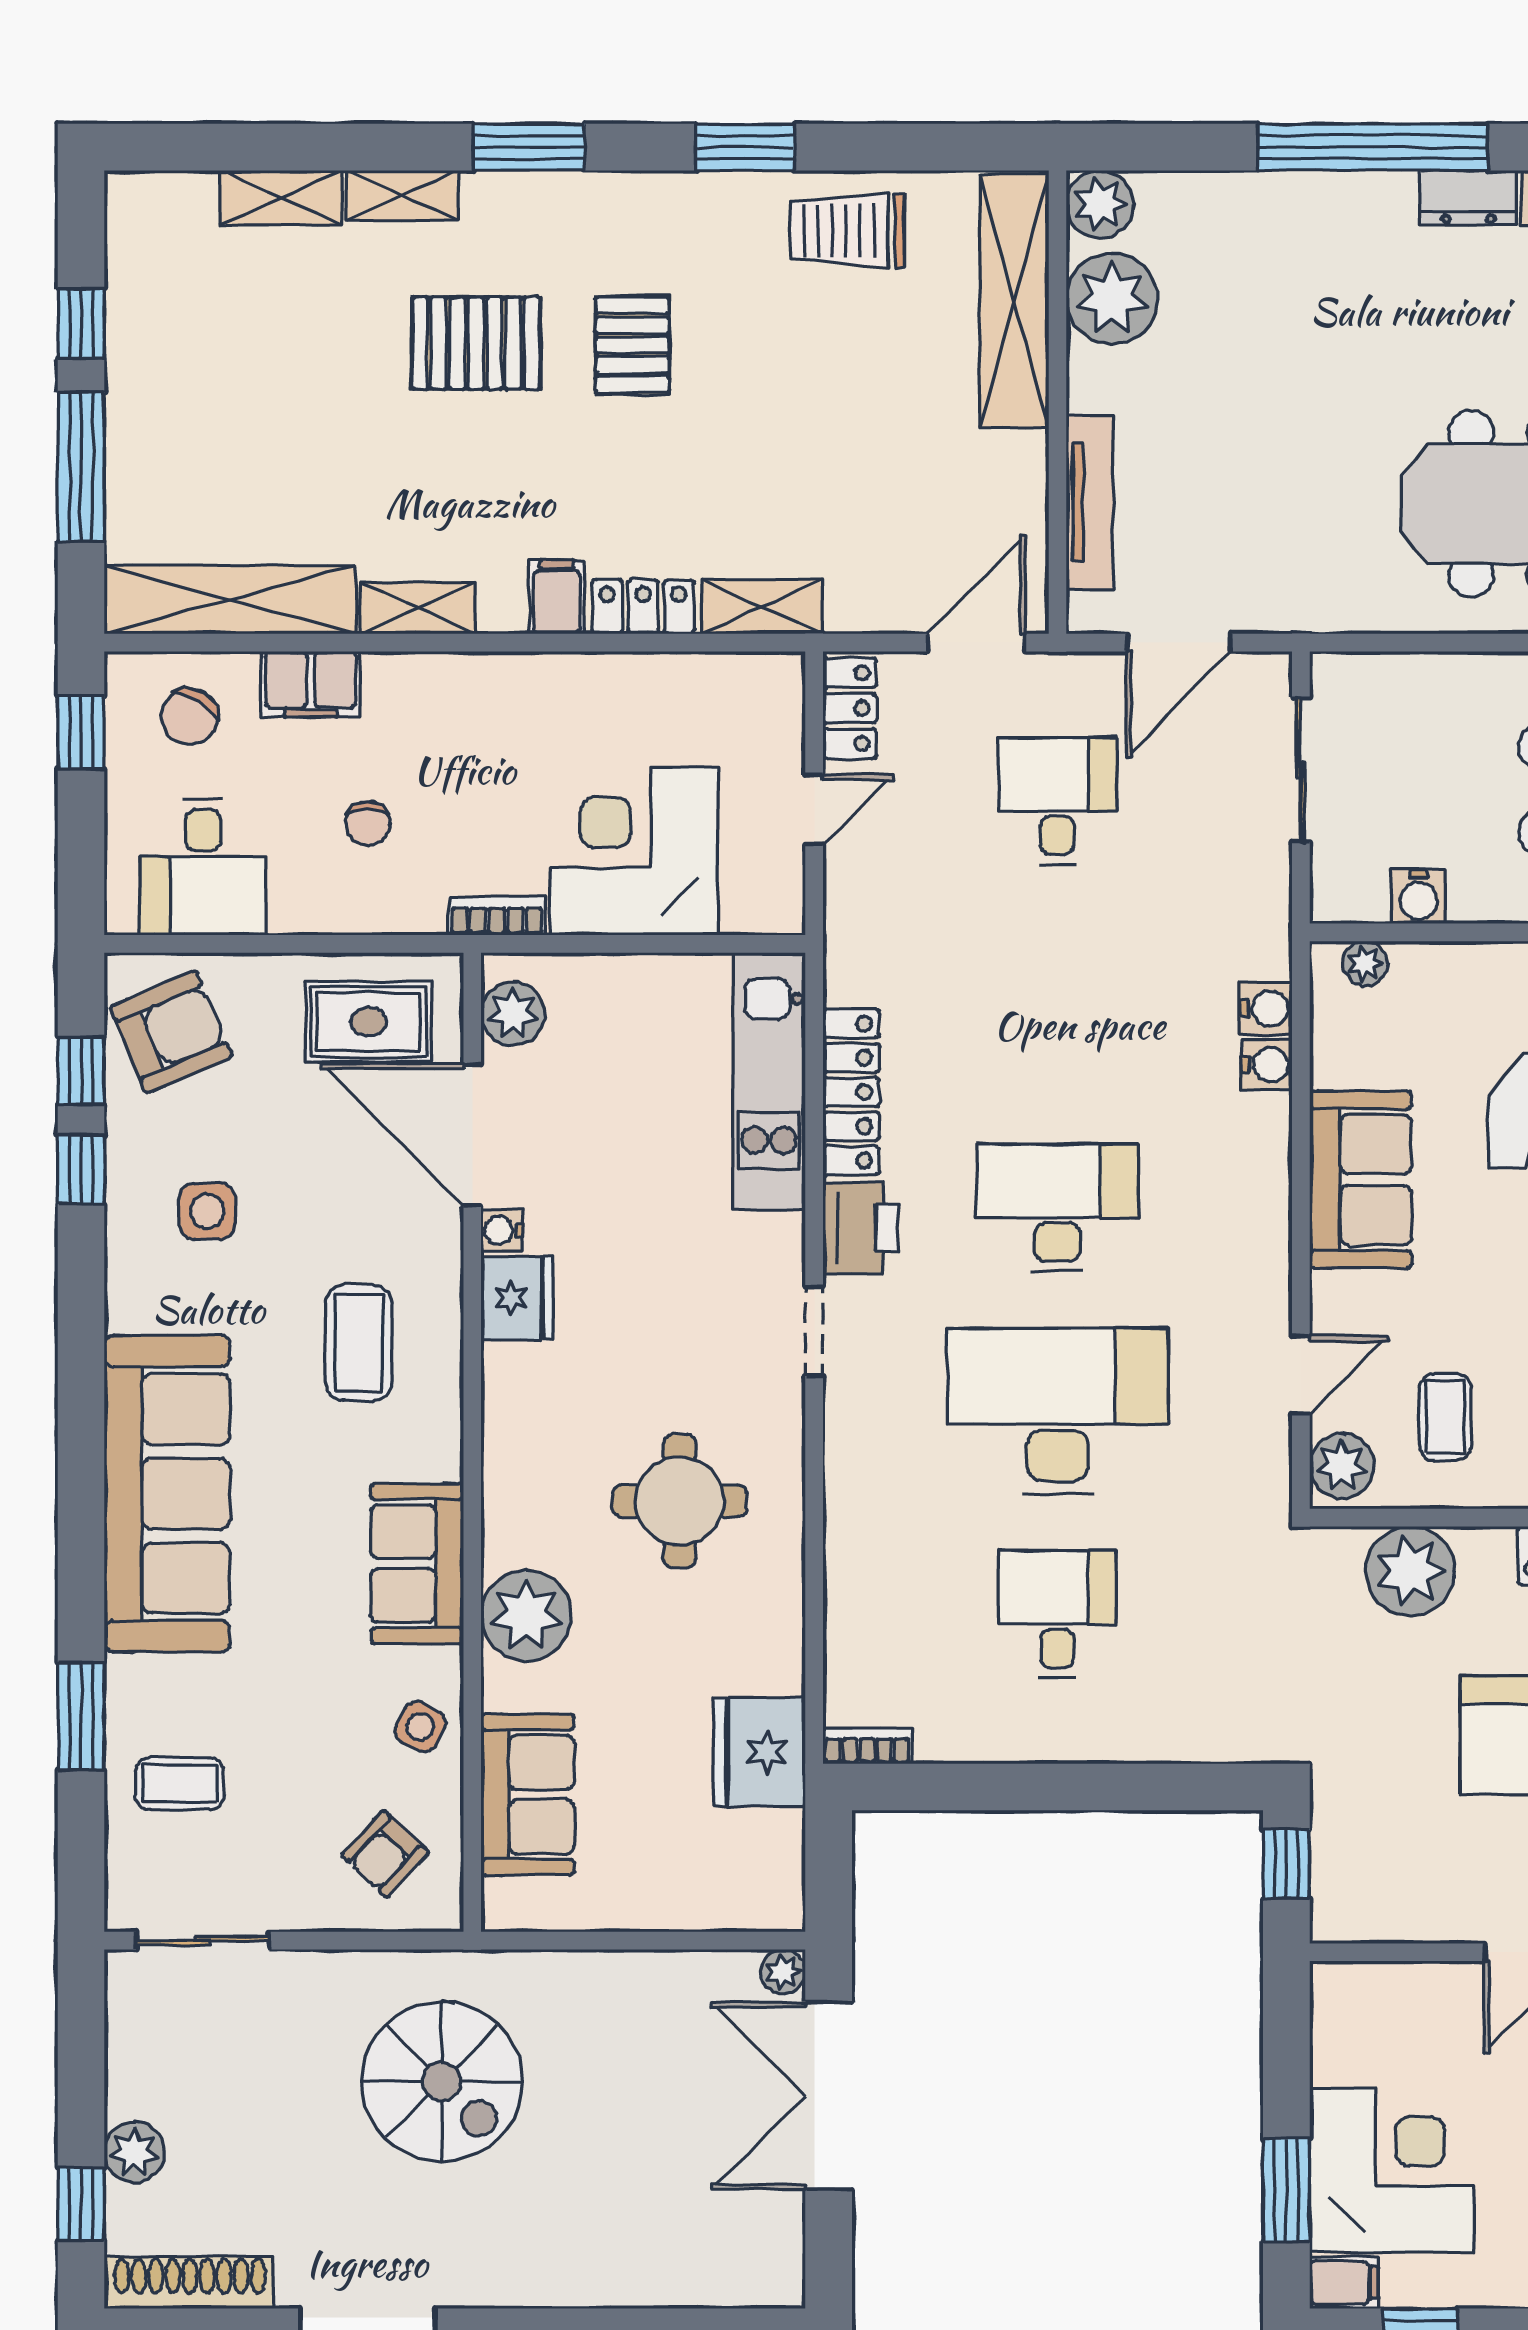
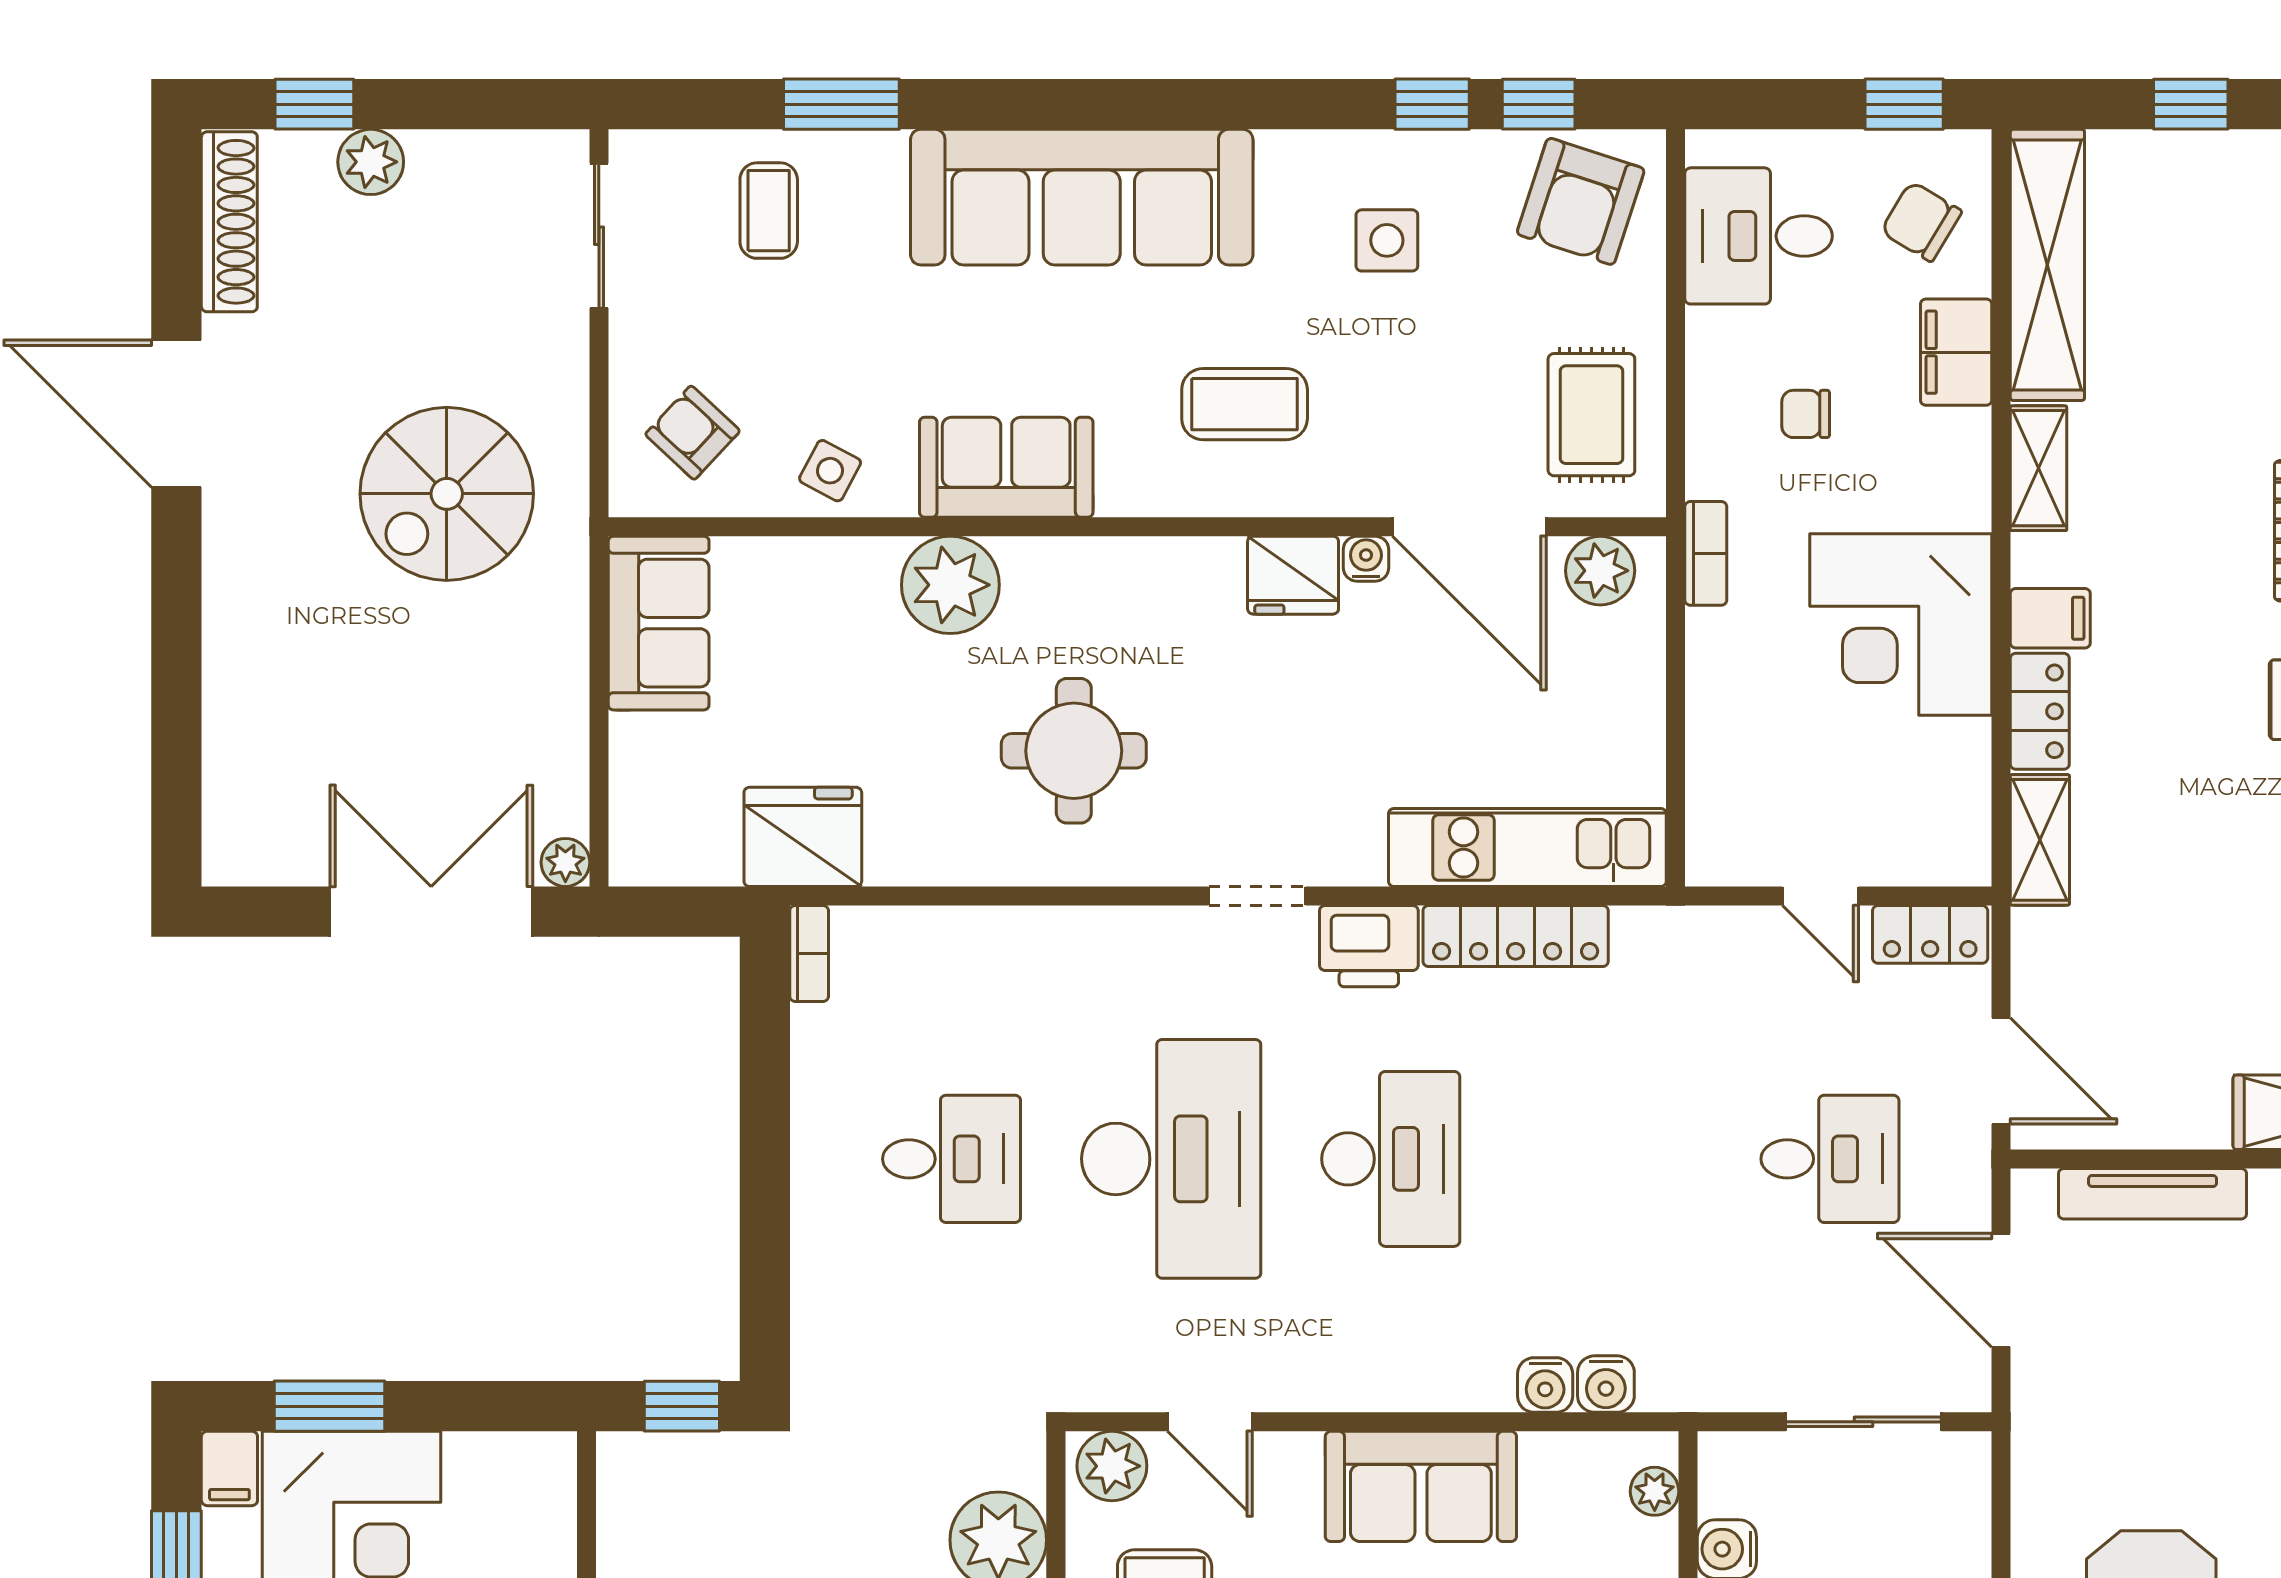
window: (81, 467) -> (2191, 104), width x0.46
corner desk: (634, 851) -> (1901, 625), moved, turned 180
armchair: (171, 1032) -> (1581, 201), turned 41
door: (472, 1135) -> (1469, 527), swing flipped
sofa: (527, 1795) -> (659, 623), moved, turned -90

